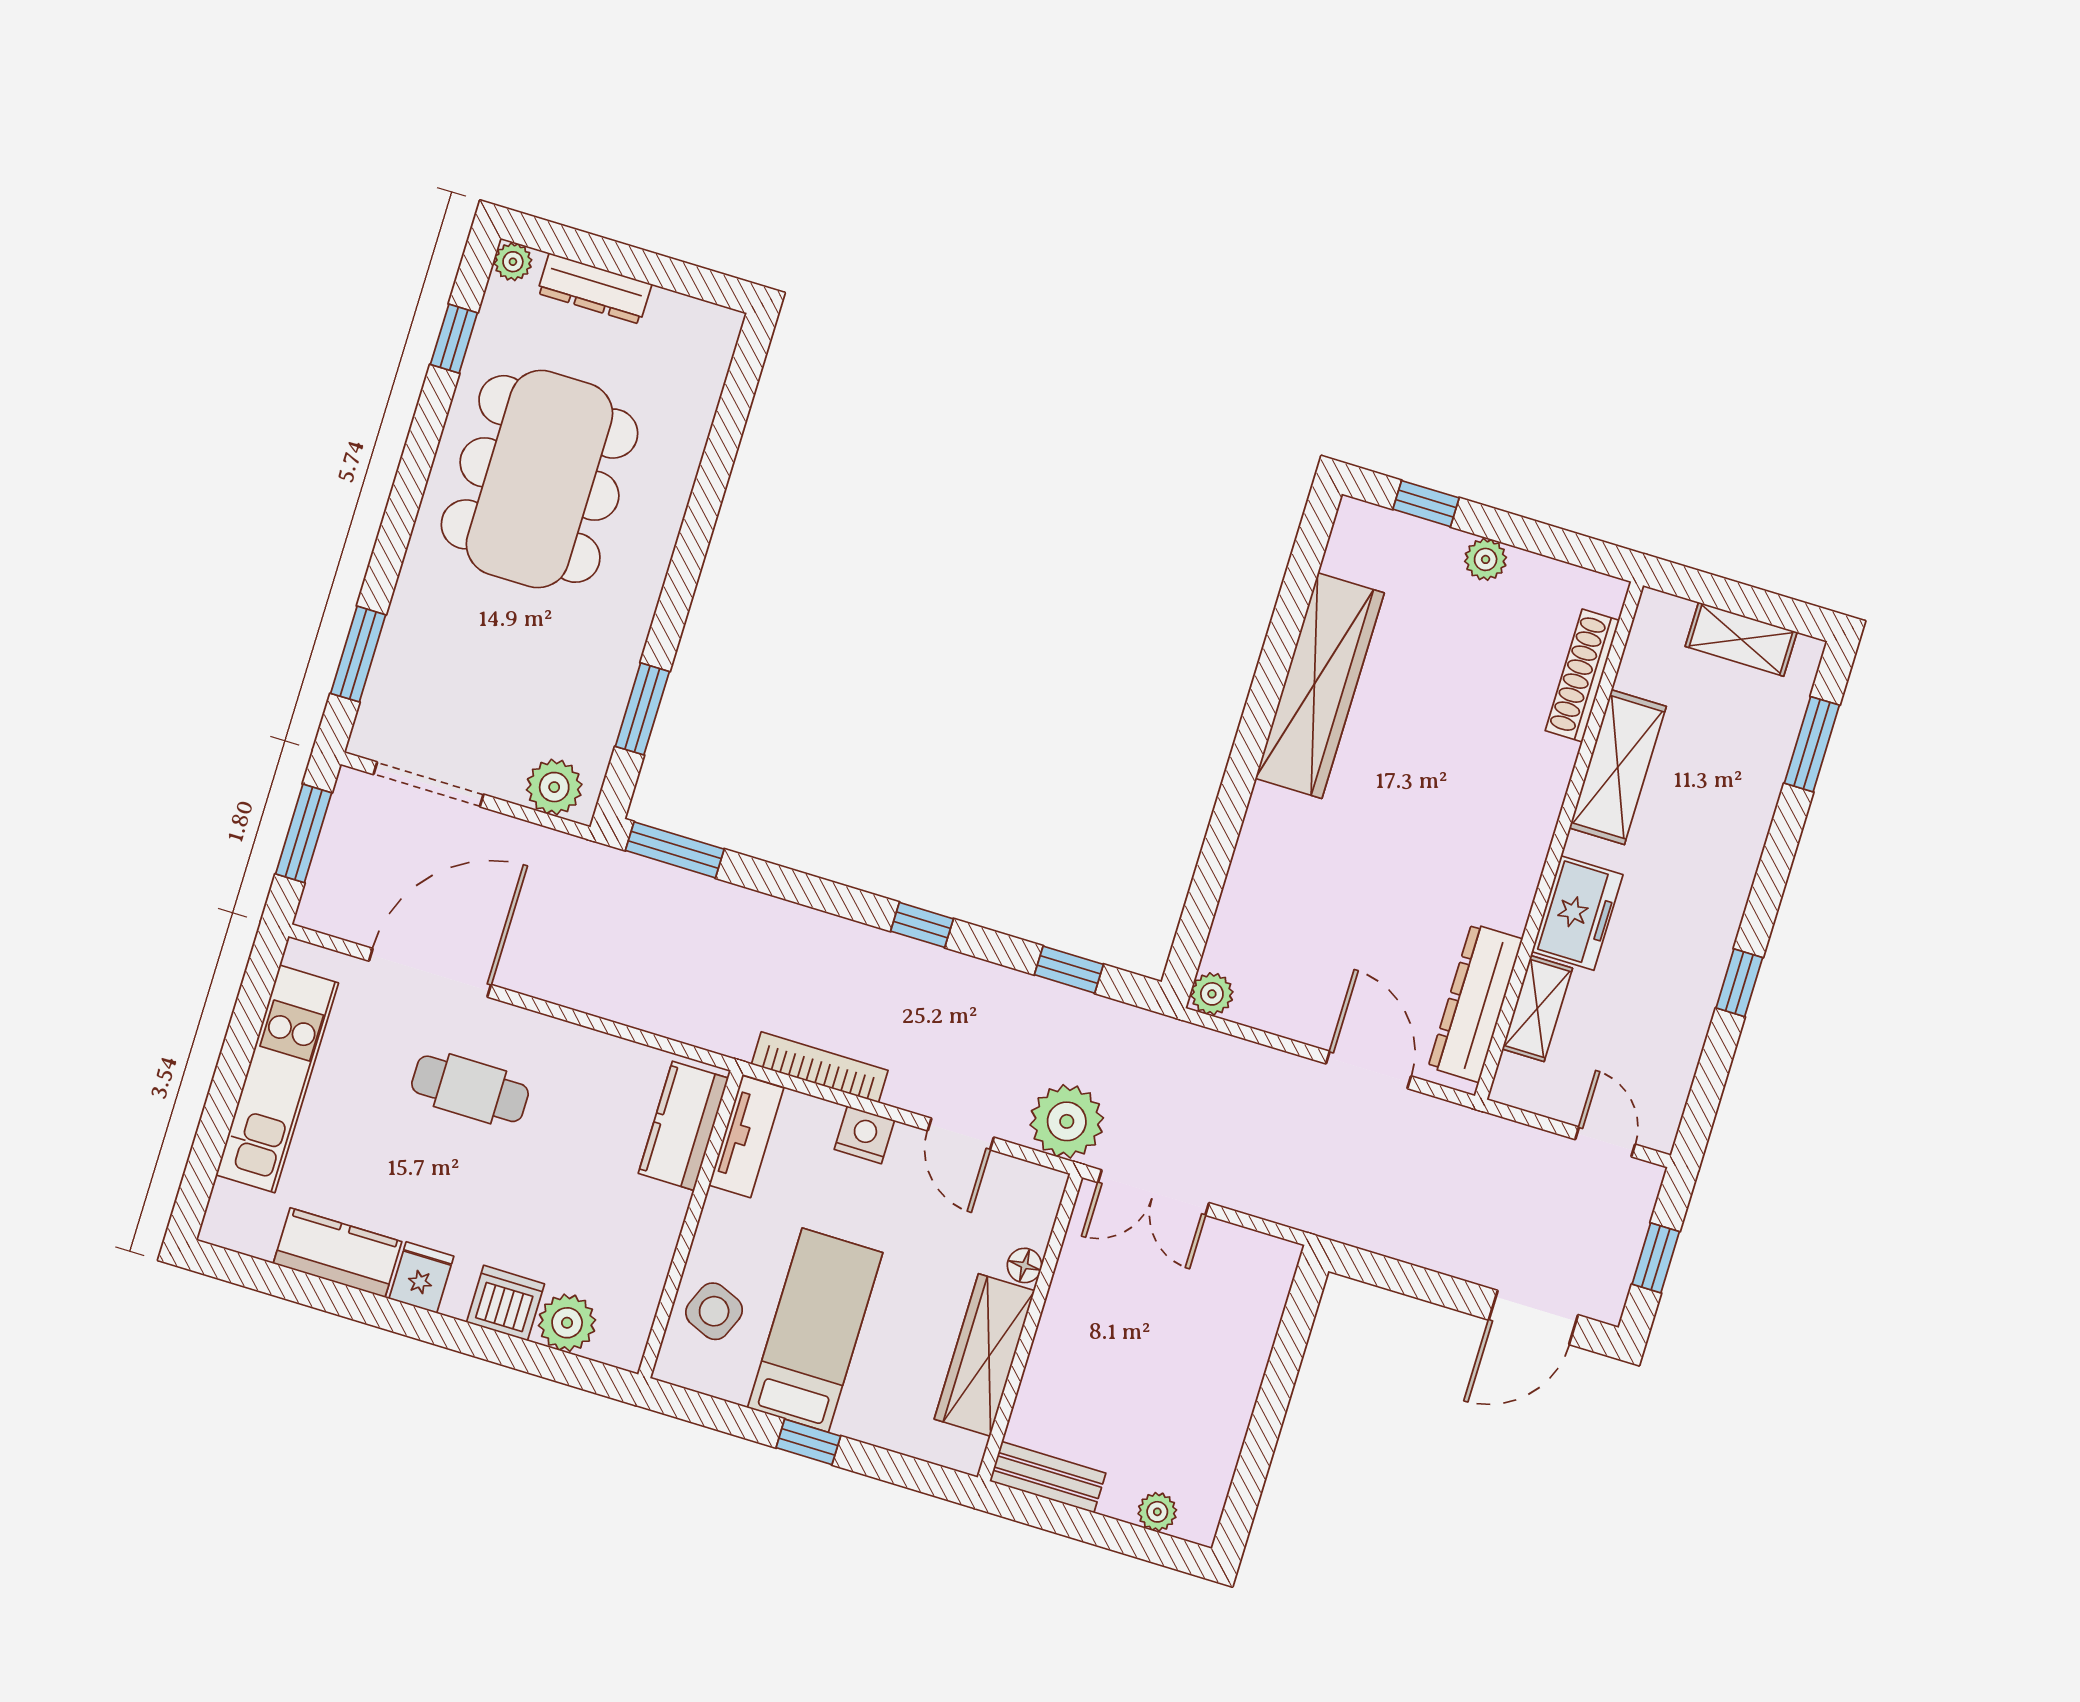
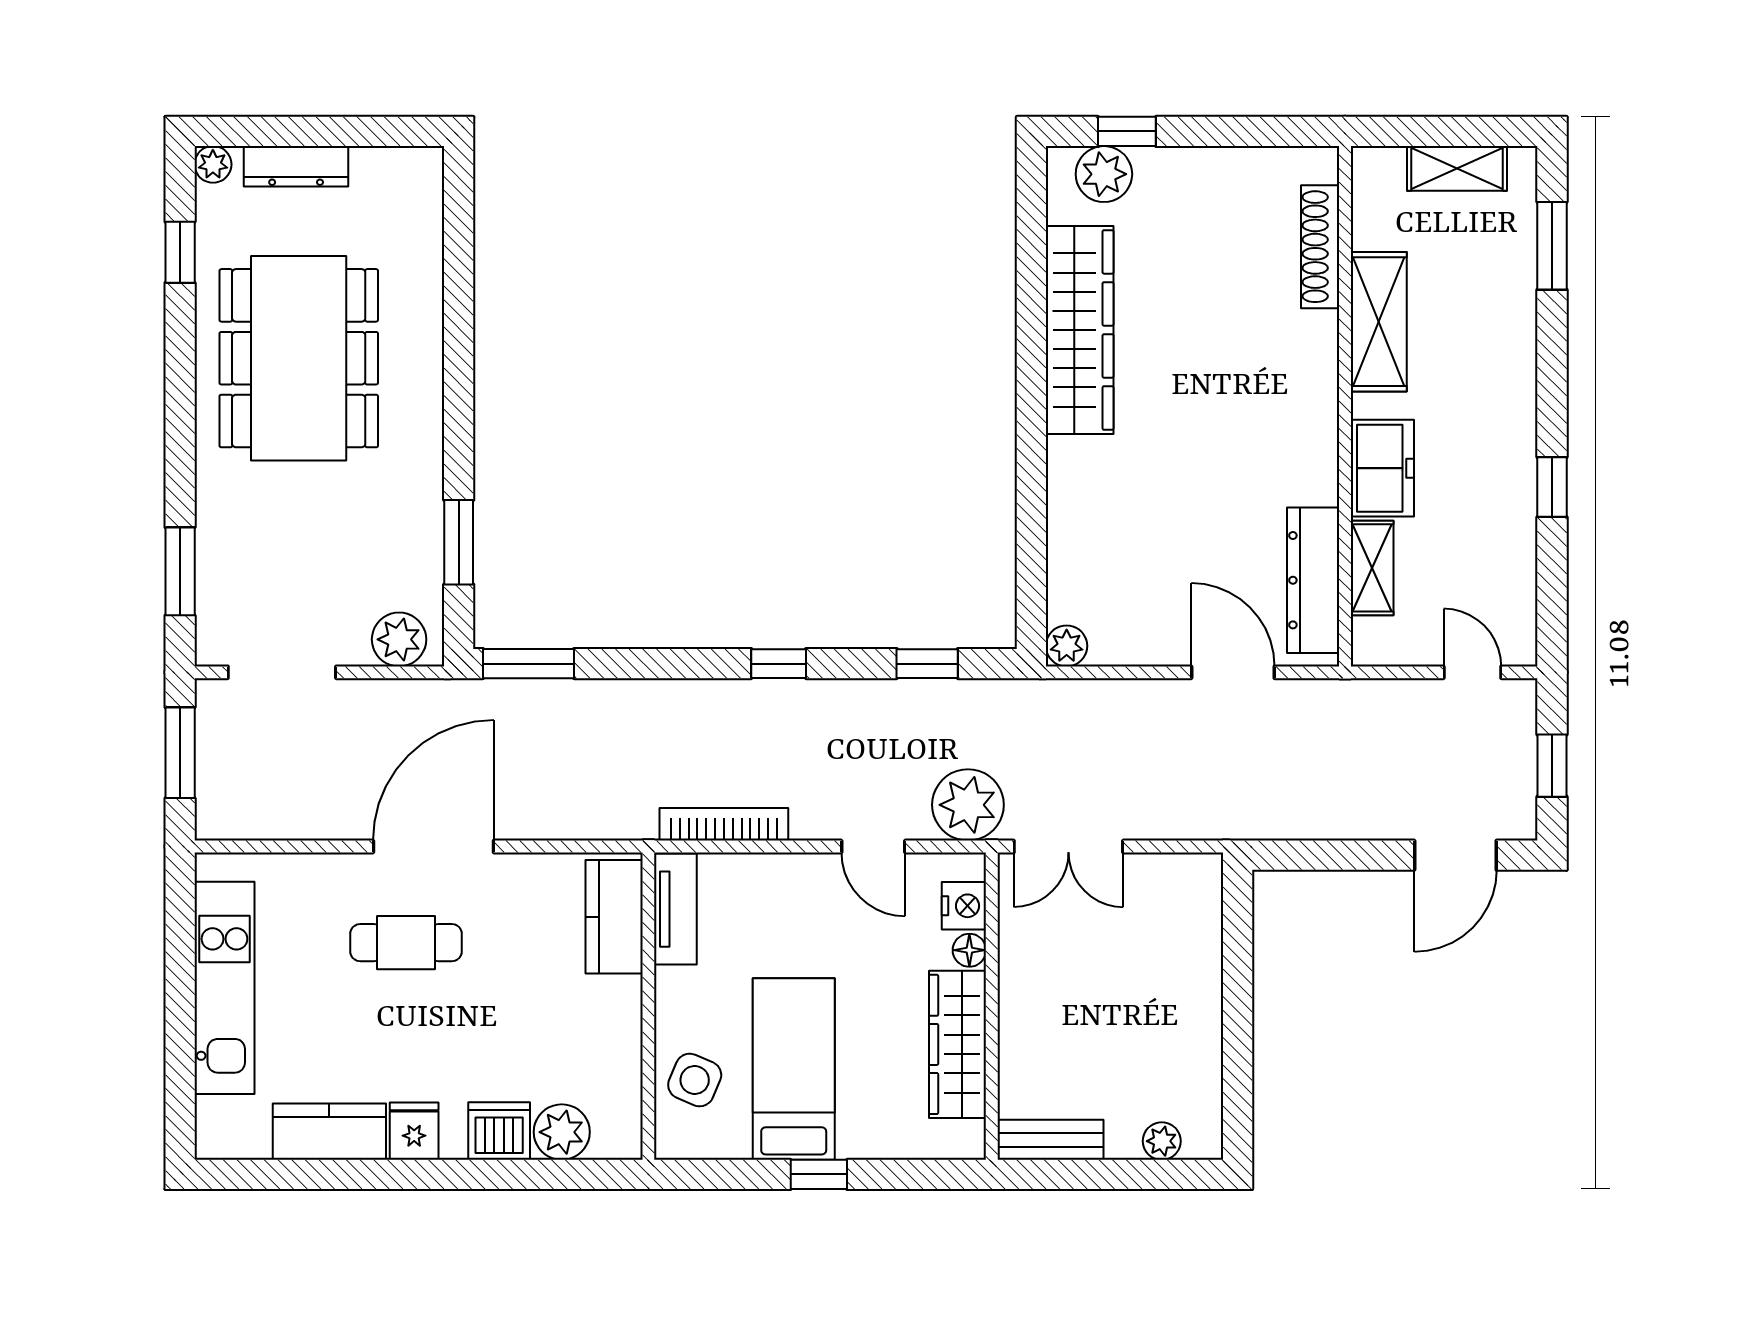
plant: (1486, 559) -> (1104, 174), moved, width x1.38, depth x1.38
door: (430, 973) -> (433, 846), moved
nightstand: (864, 1135) -> (964, 906), moved, turned 90

